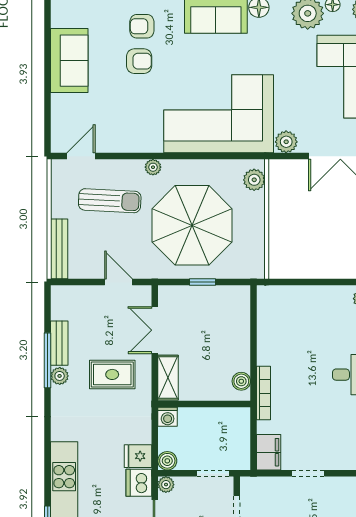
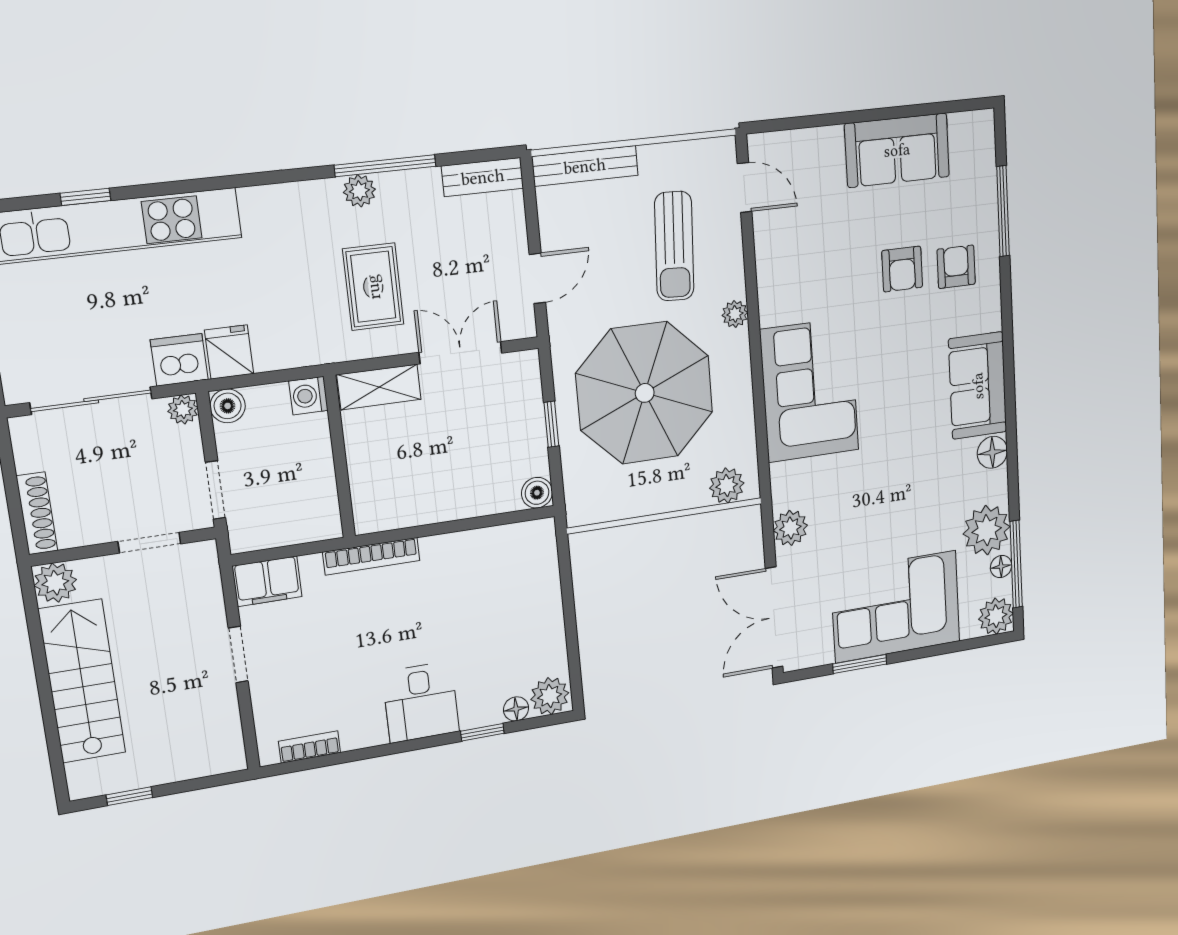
corner sofa: (219, 114) -> (810, 390), width x0.73, depth x0.74
bench: (59, 343) -> (483, 177), moved
boiler: (241, 381) -> (537, 493), moved

